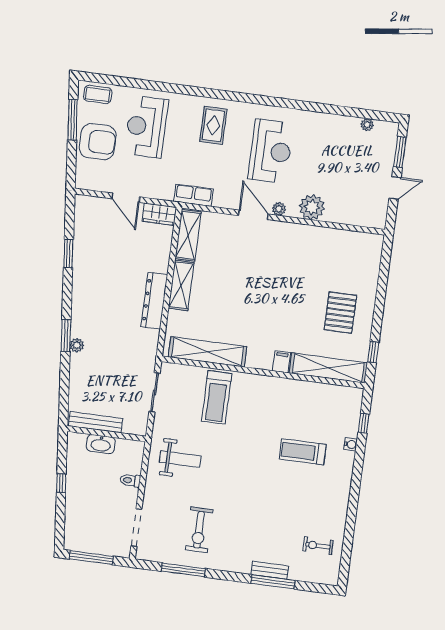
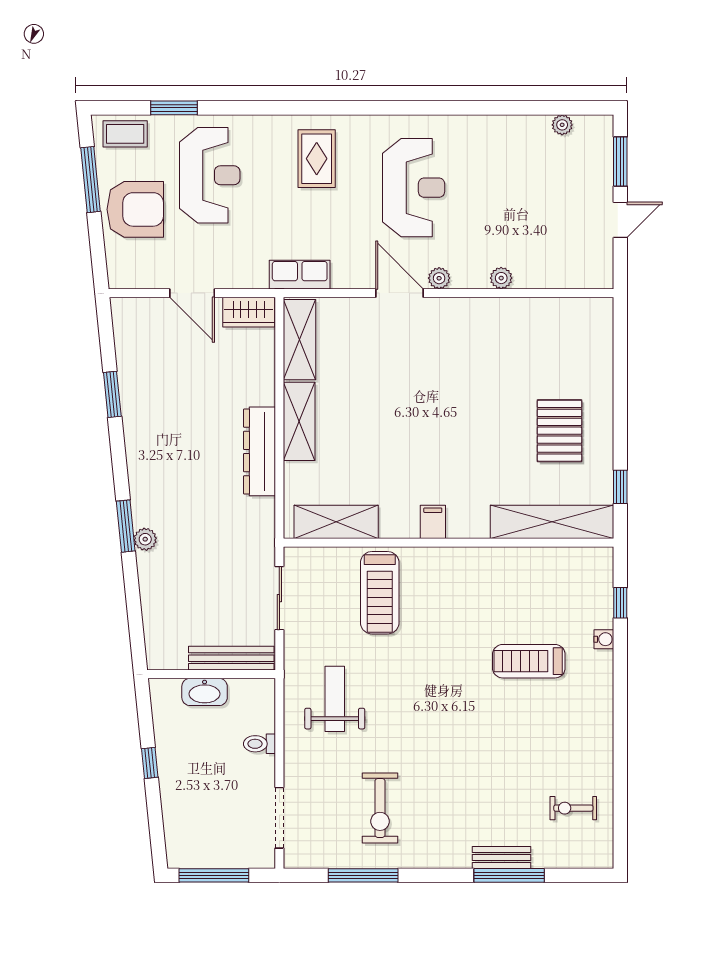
window: (130, 82) -> (174, 108), added
reception desk: (146, 127) -> (210, 175), turned 180
plant: (312, 207) -> (501, 278), width x0.53, depth x0.53
shelving: (208, 352) -> (336, 522), width x0.68
filing cabinet: (281, 362) -> (433, 522), moved
bench: (95, 422) -> (231, 658), moved
weight bench: (180, 459) -> (335, 699), turned -90

